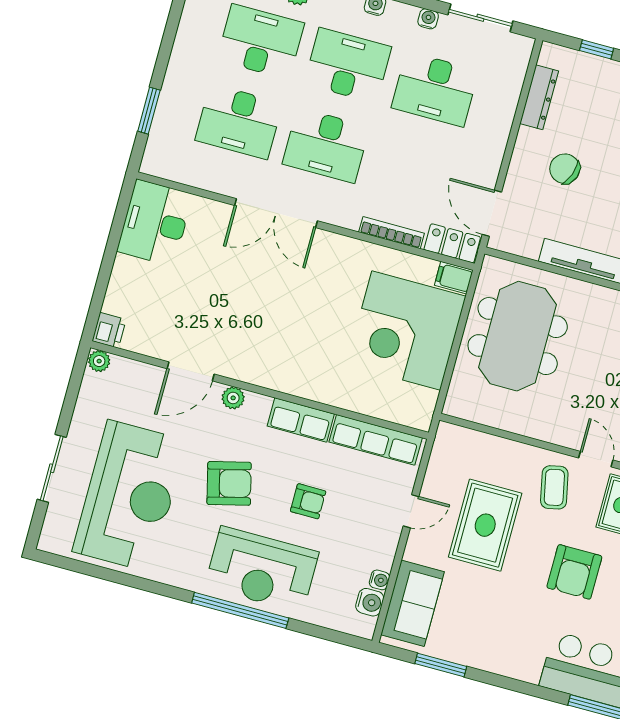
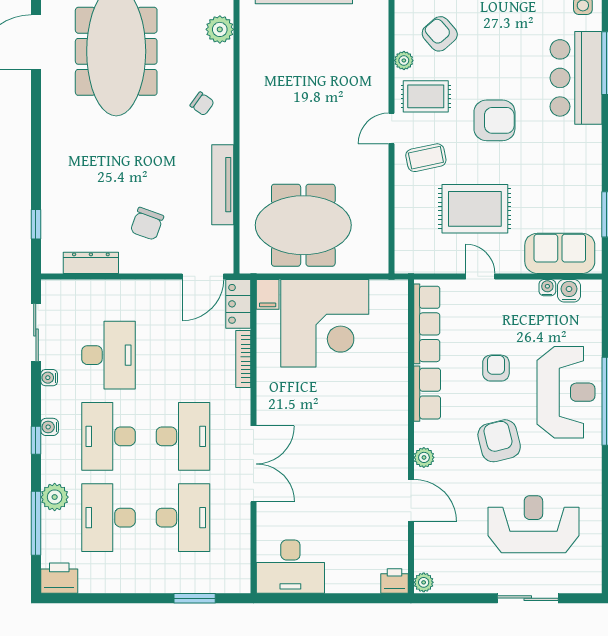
reception desk: (130, 496) -> (533, 524), width x0.74, depth x0.77

